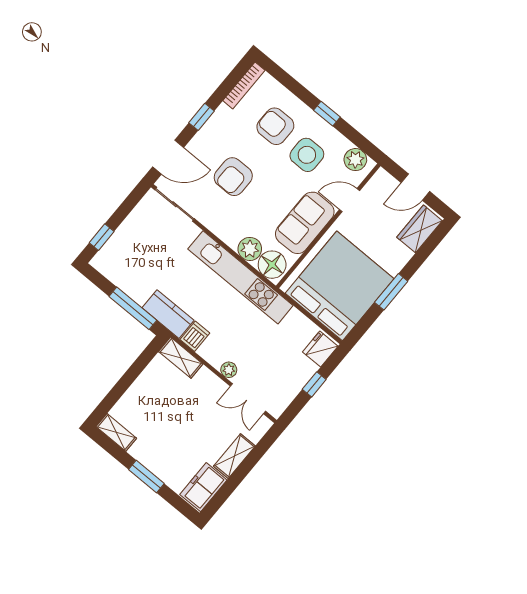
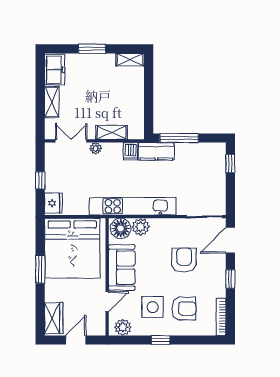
shelving: (181, 358) -> (112, 132), moved

